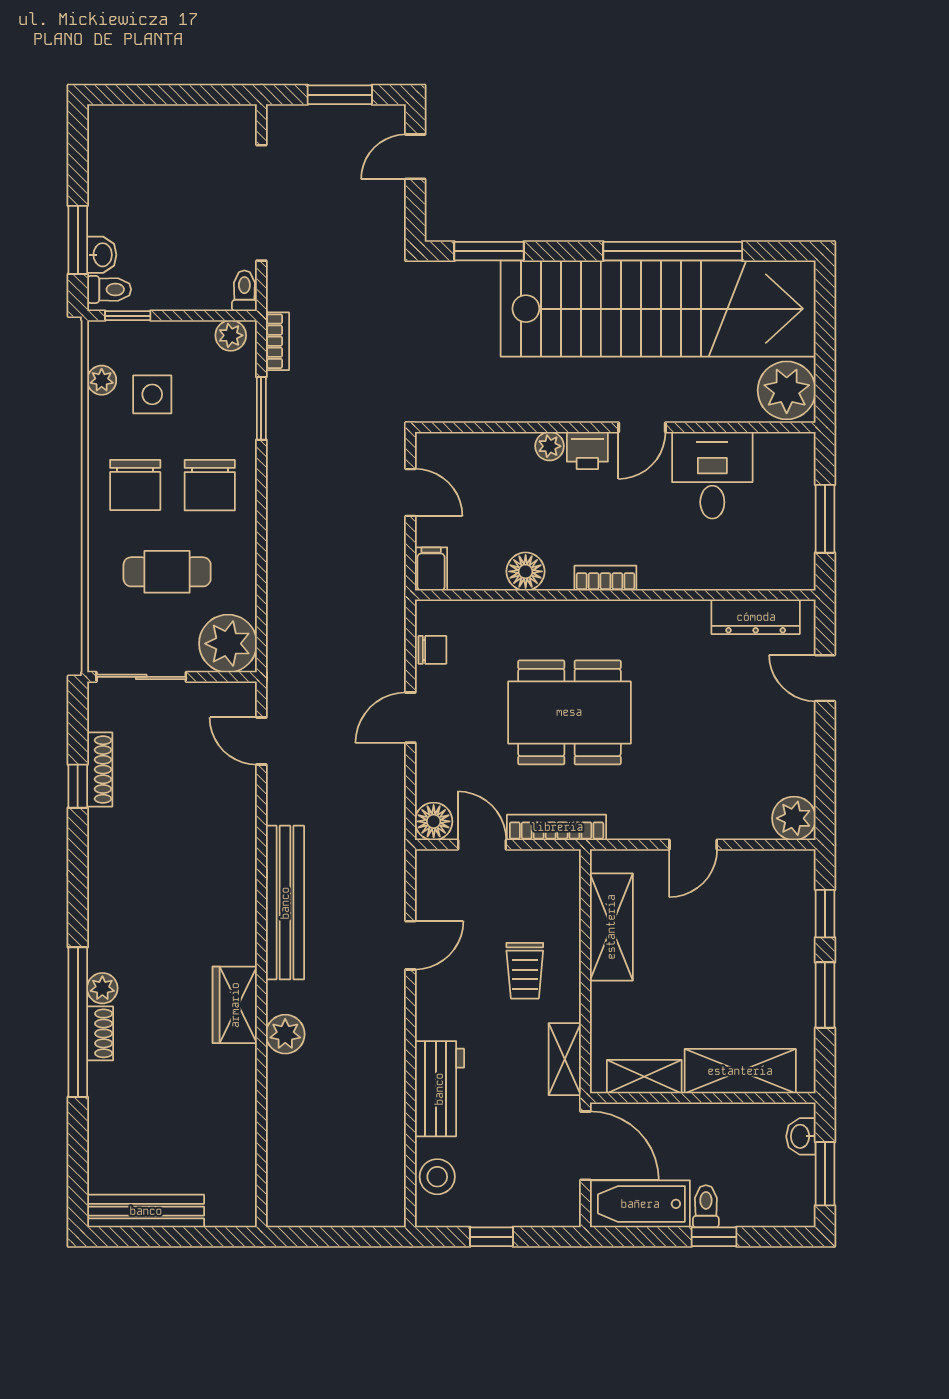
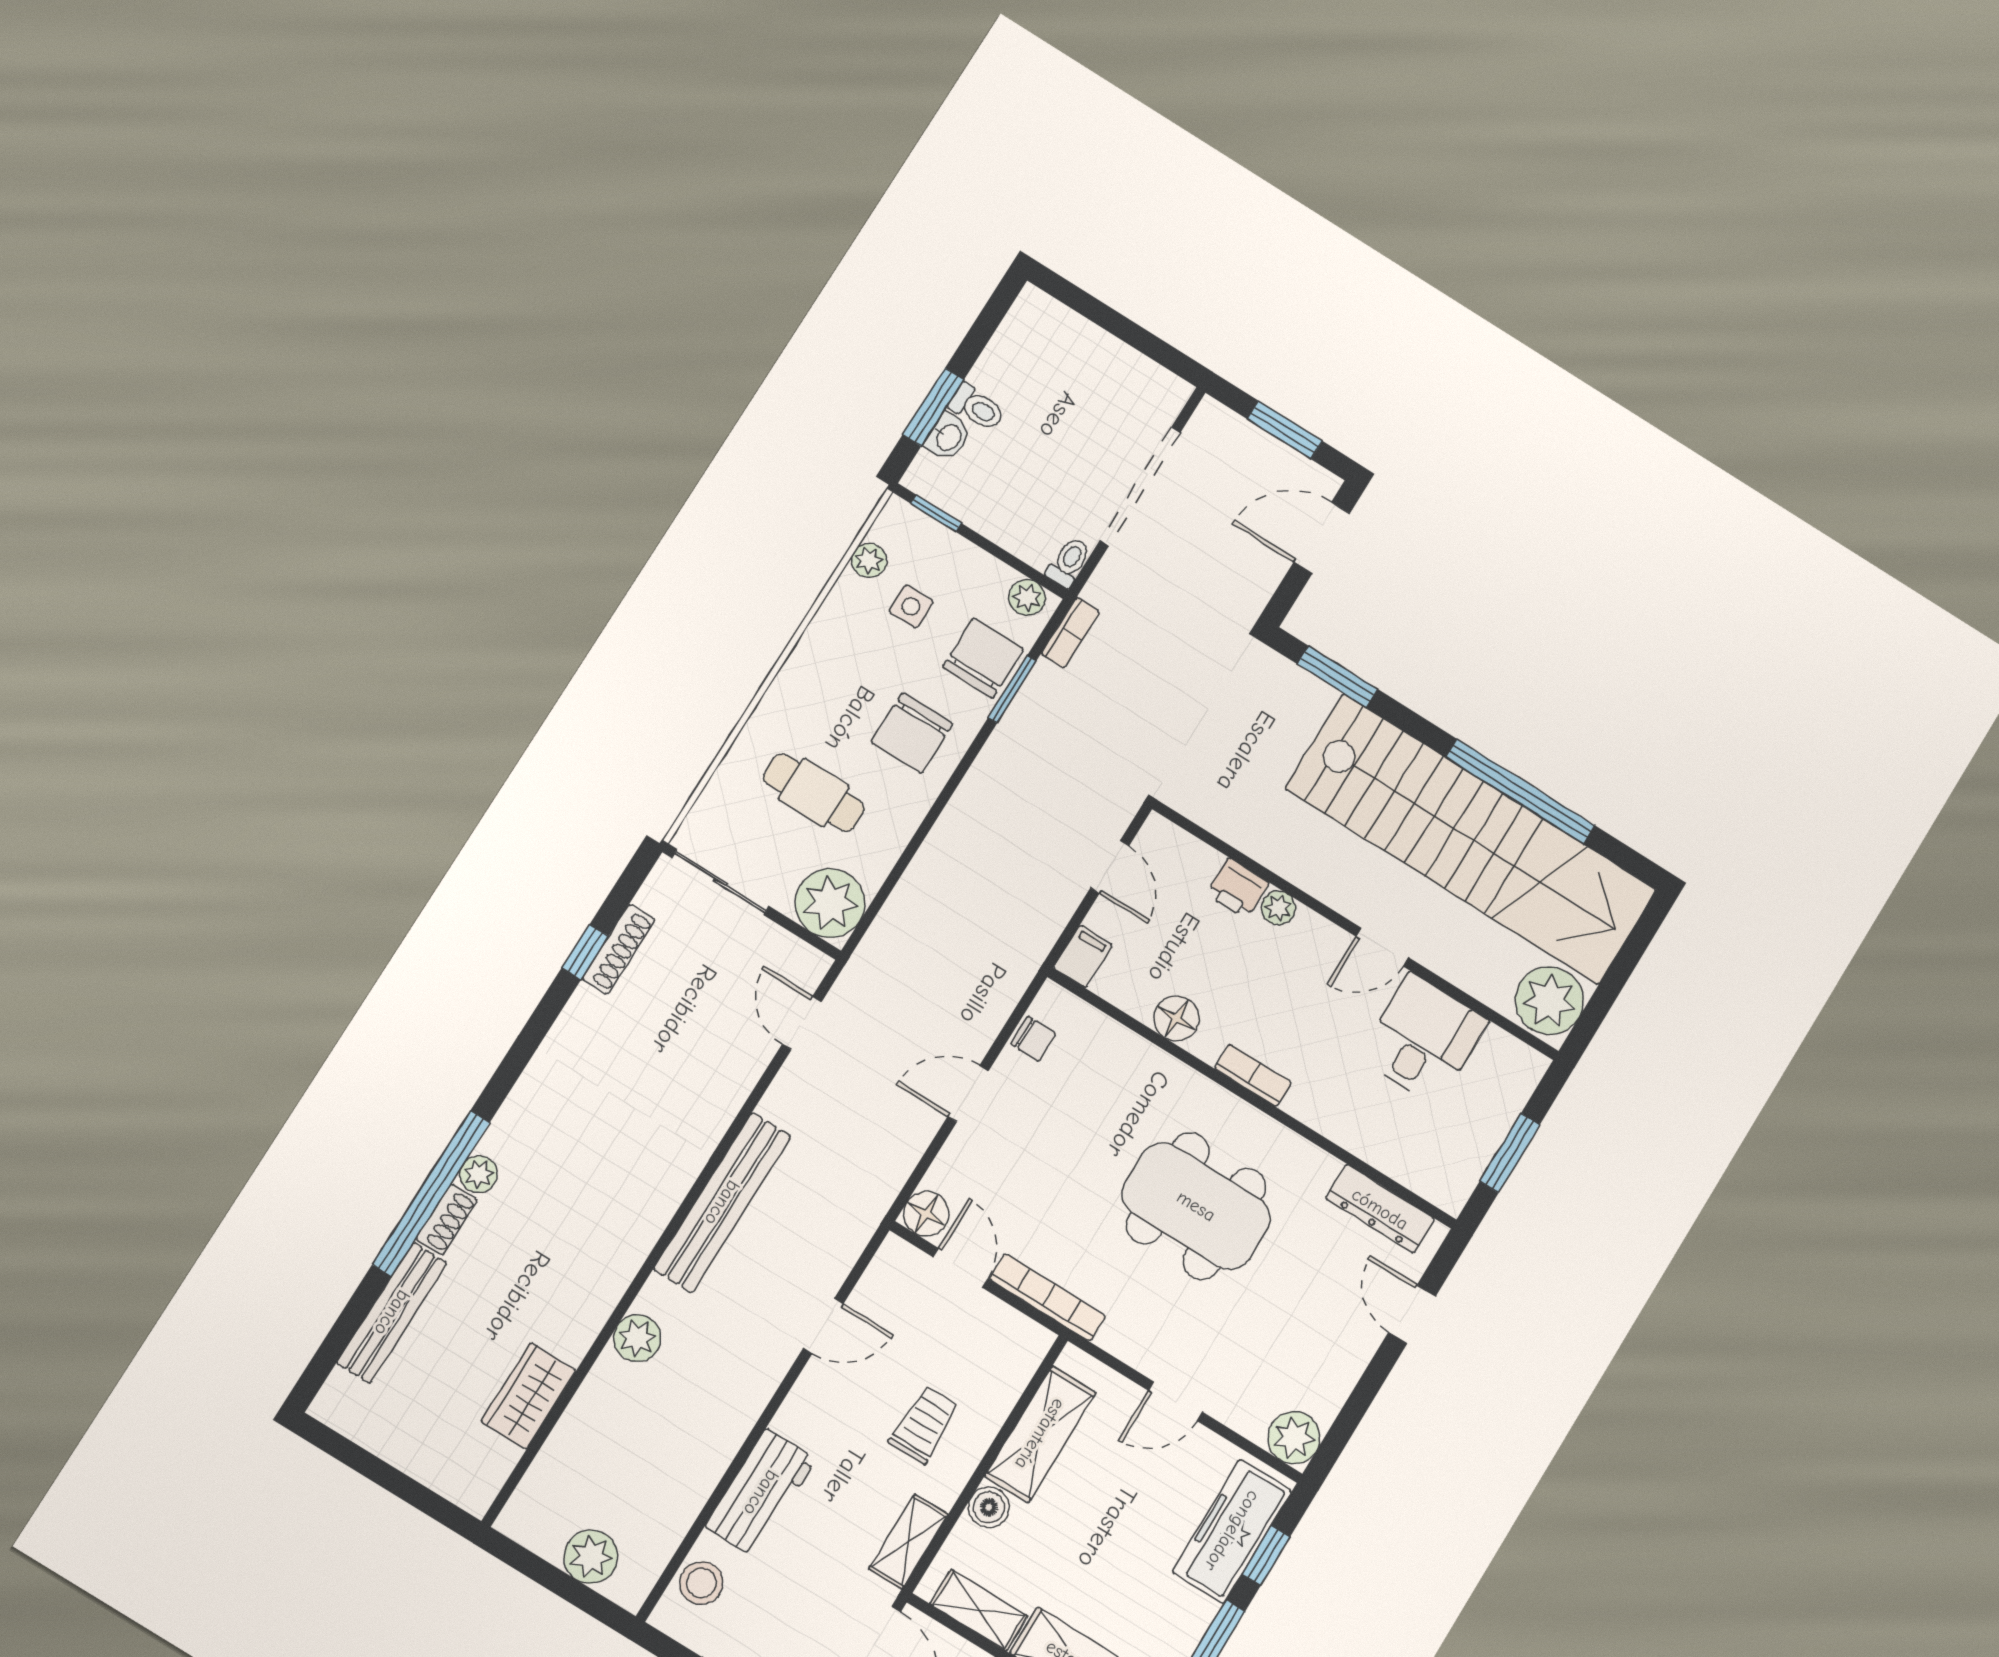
door: (415, 157) -> (1322, 538), width x1.38
toilet: (109, 289) -> (977, 408), moved
side table: (152, 394) -> (911, 606), width x0.73, depth x0.73
printer: (587, 450) -> (1238, 889), moved
chair: (135, 485) -> (983, 658), moved, turned 180
dining table: (569, 712) -> (1196, 1206), moved
freezer: (790, 912) -> (1232, 1531), added
trolley: (525, 971) -> (924, 1425), turned 180
boiler: (607, 1000) -> (989, 1507), added
wardrobe: (235, 1005) -> (528, 1396), moved
plant: (349, 1206) -> (591, 1557), added
bench: (146, 1211) -> (392, 1313), moved, turned 90

